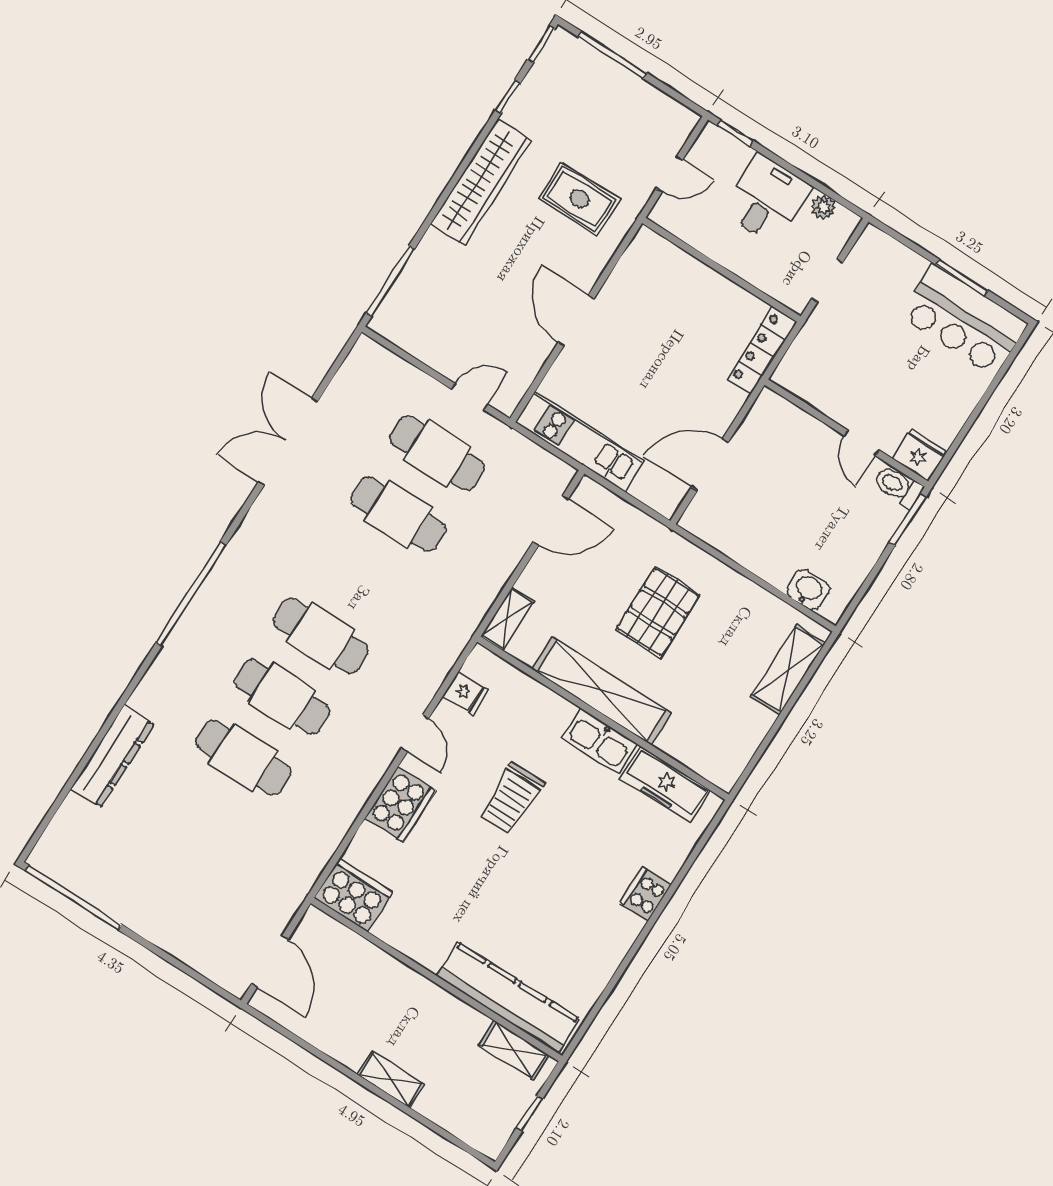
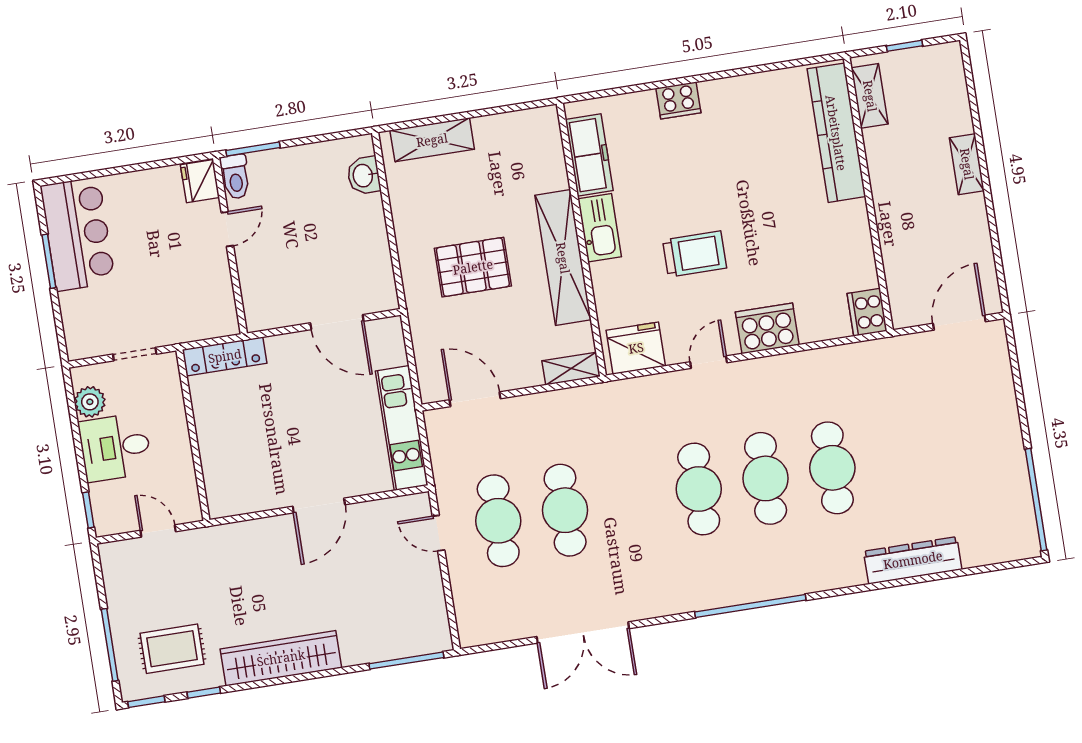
rug: (579, 199) -> (172, 649), moved, turned 90
plant: (823, 207) -> (90, 402), width x1.38, depth x1.38
fridge: (466, 693) -> (636, 348), width x1.88, depth x1.34
cooker: (353, 895) -> (867, 312), width x0.73, depth x0.76

